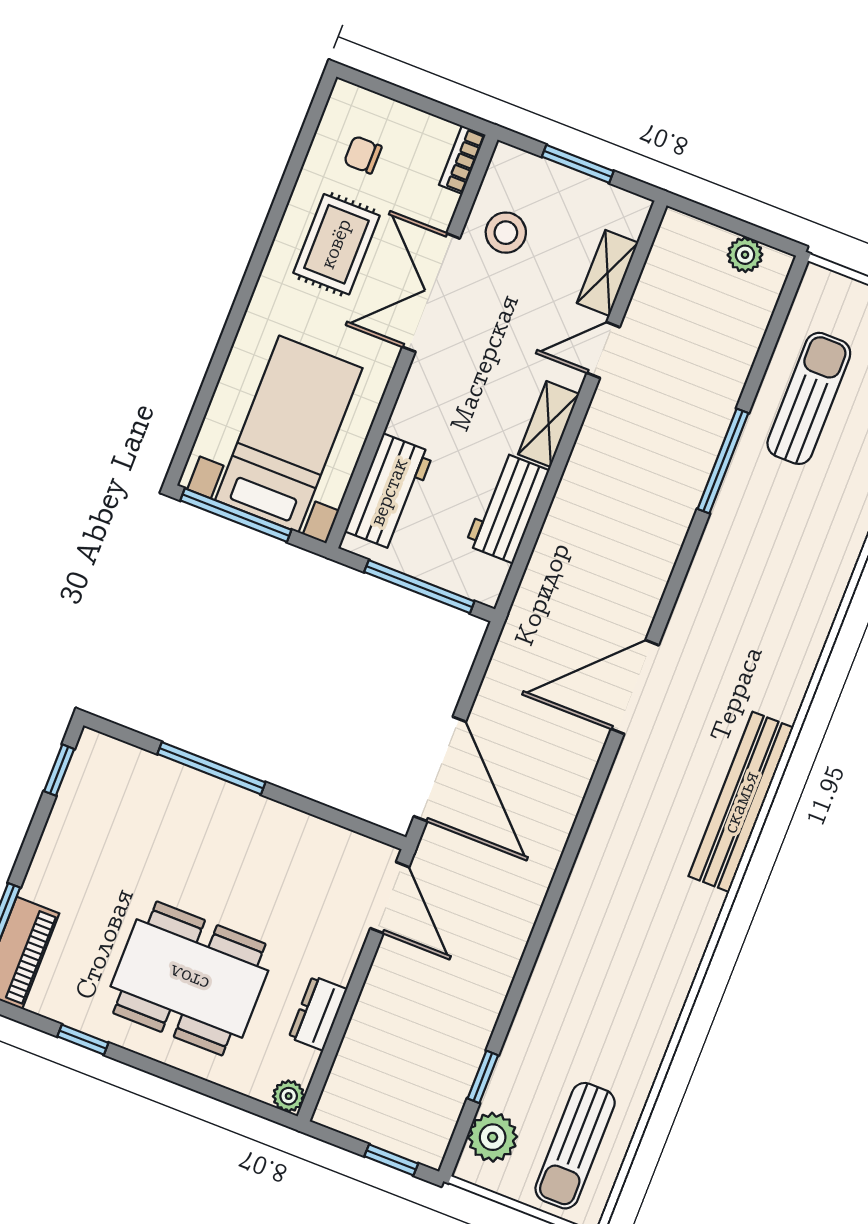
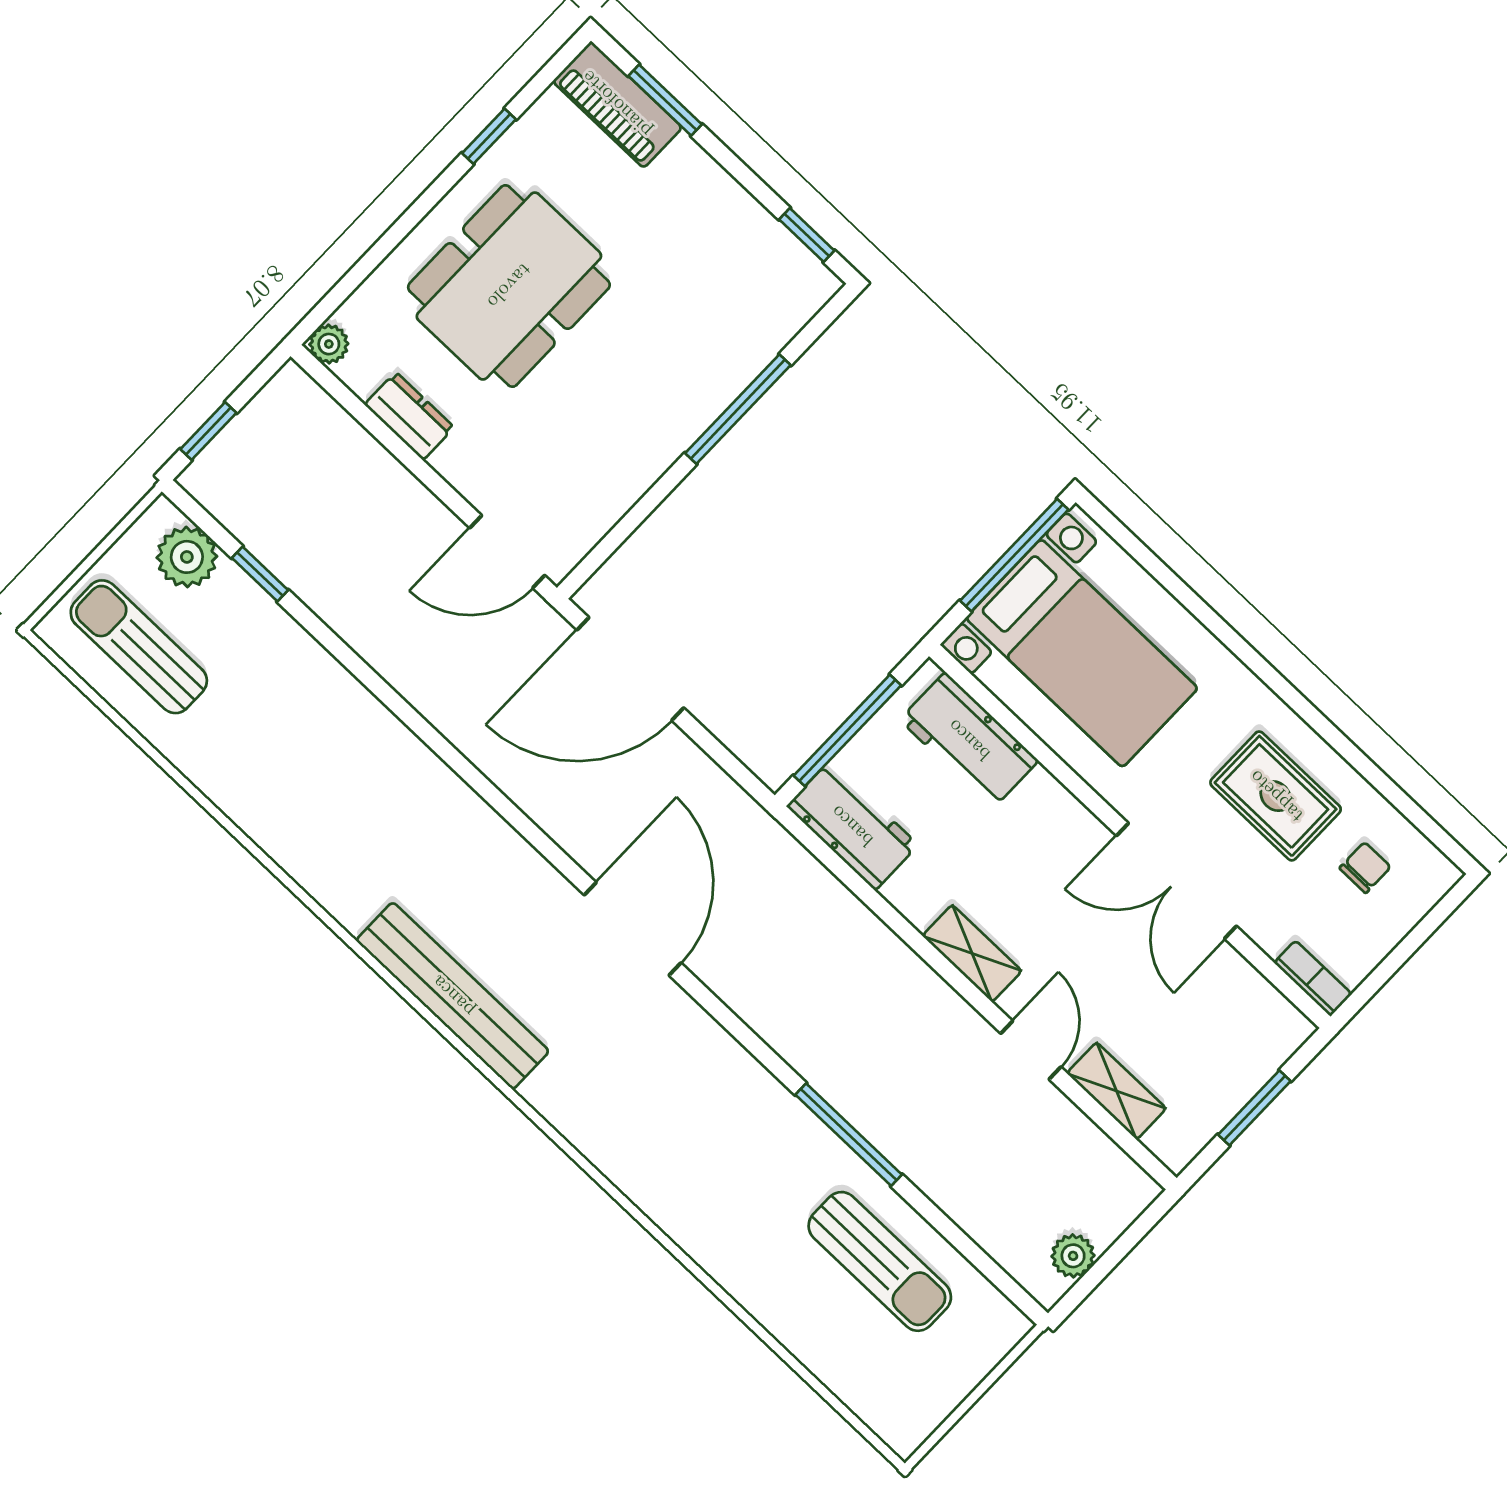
stool: (506, 233) -> (1210, 994), removed
double door: (431, 293) -> (1177, 881), swing flipped
workbench: (507, 508) -> (852, 826), moved

